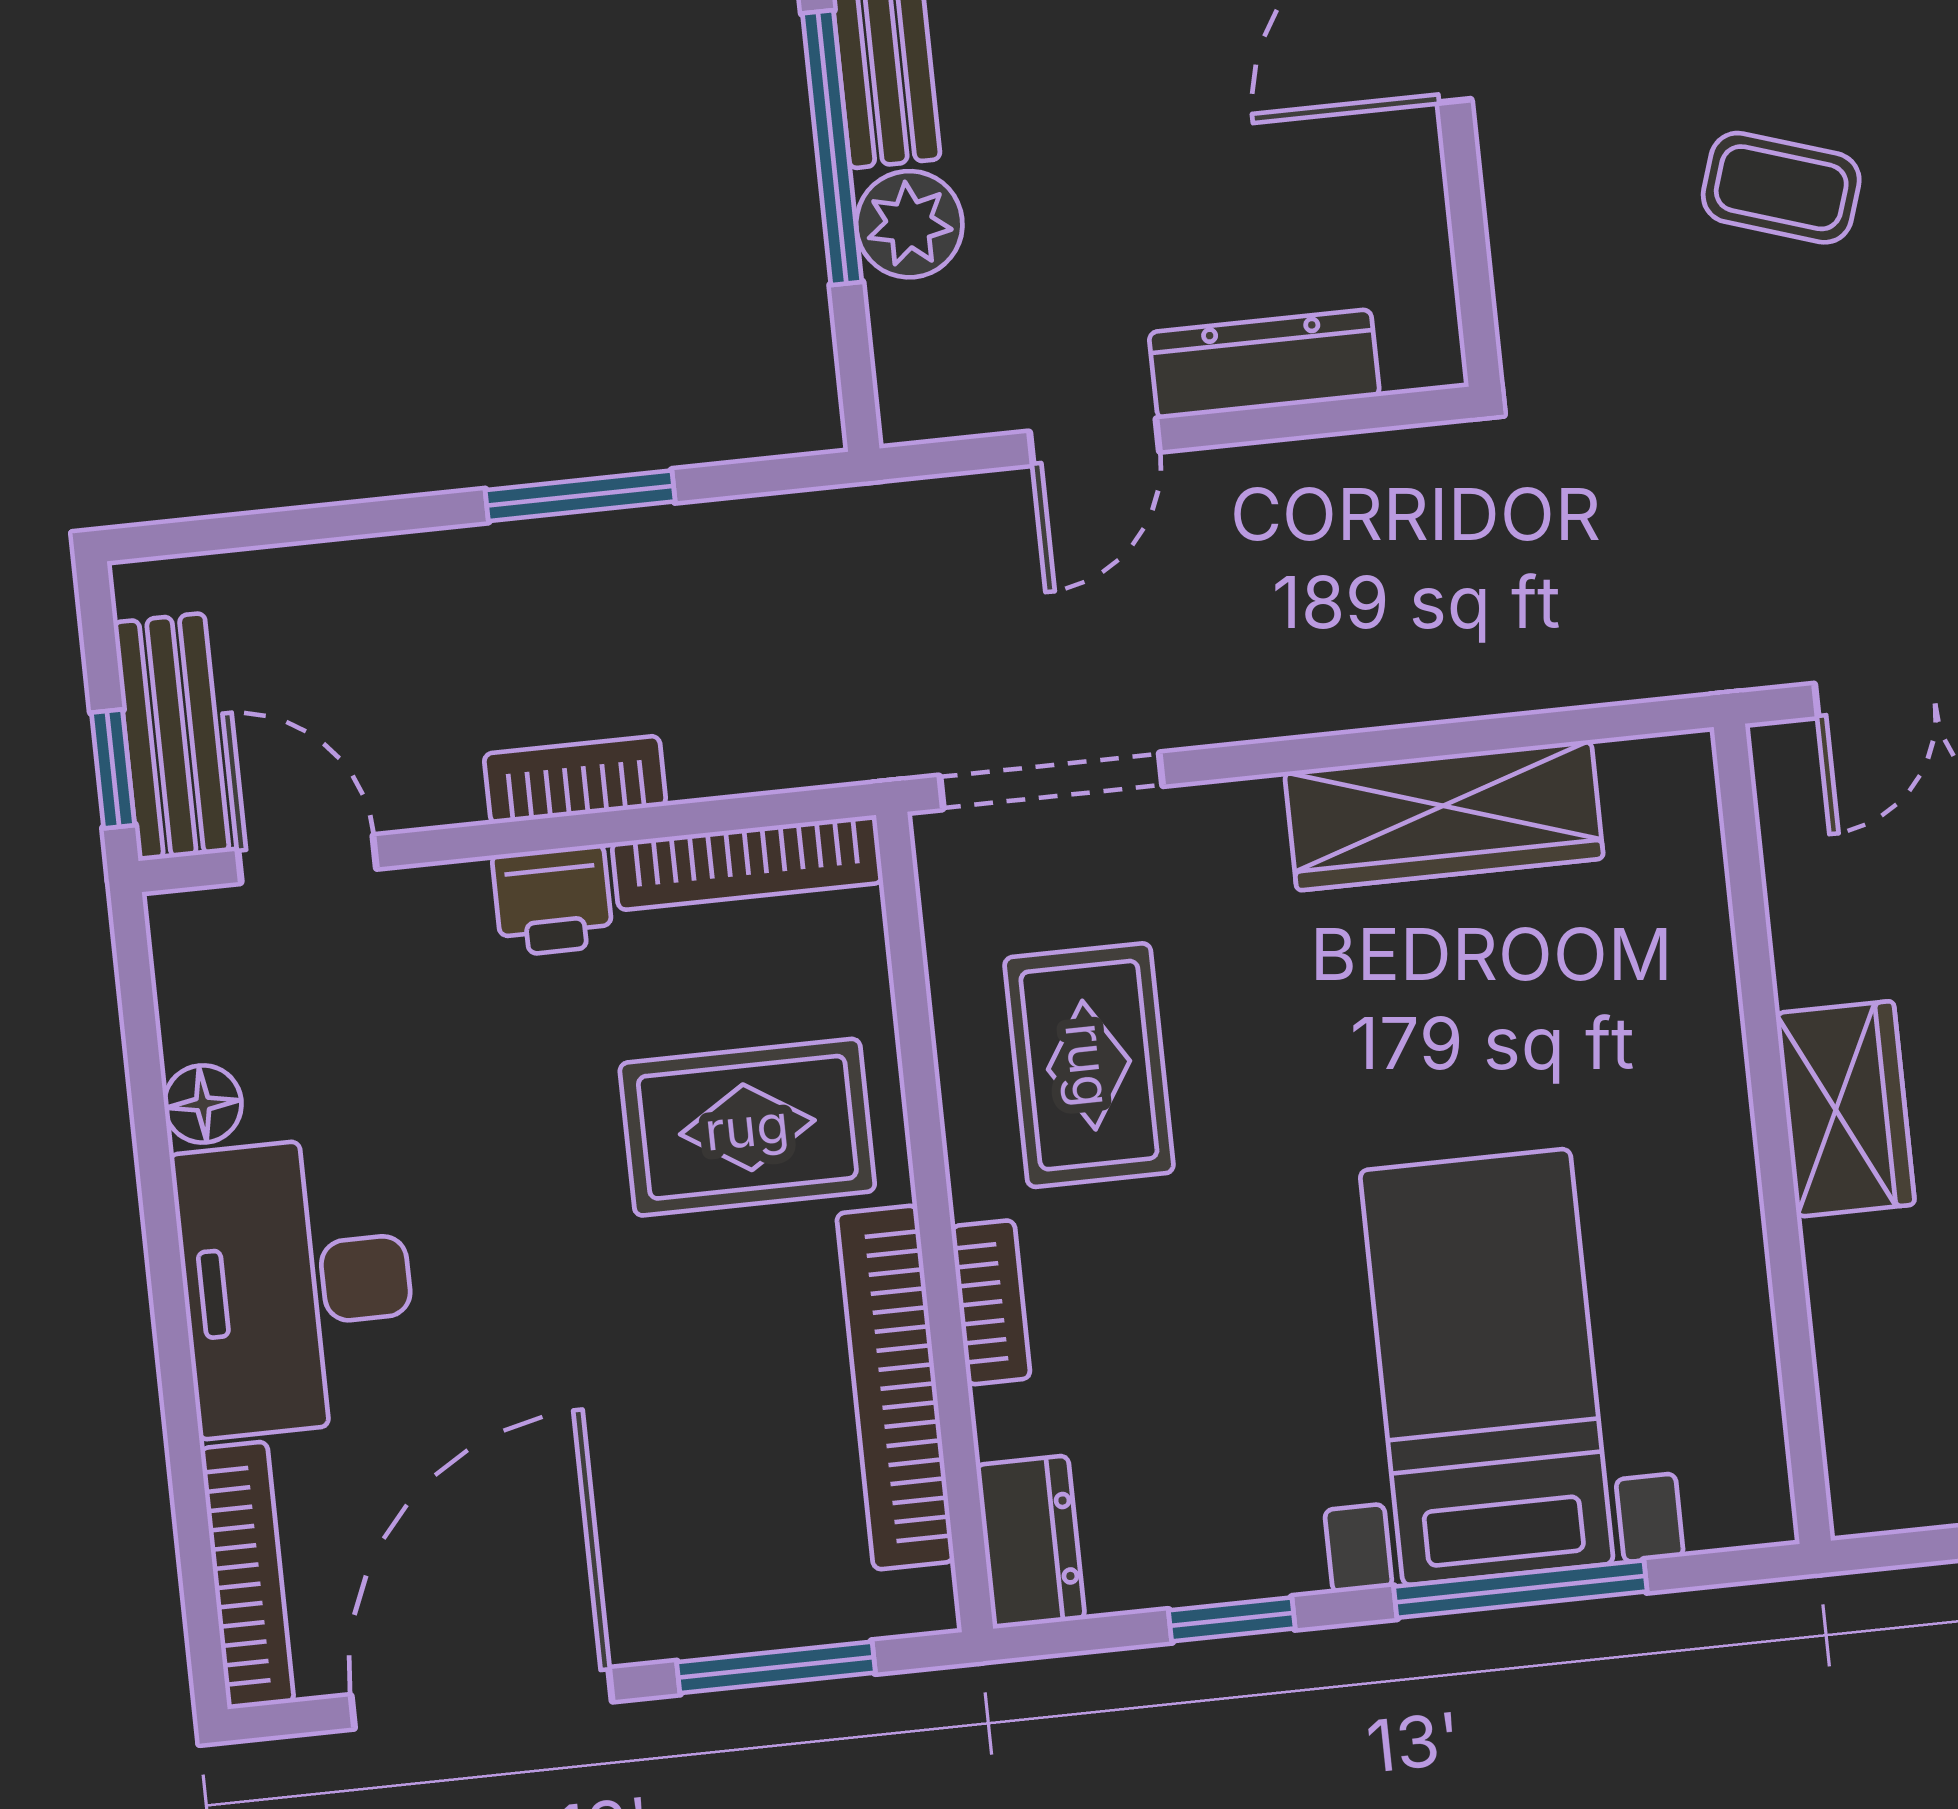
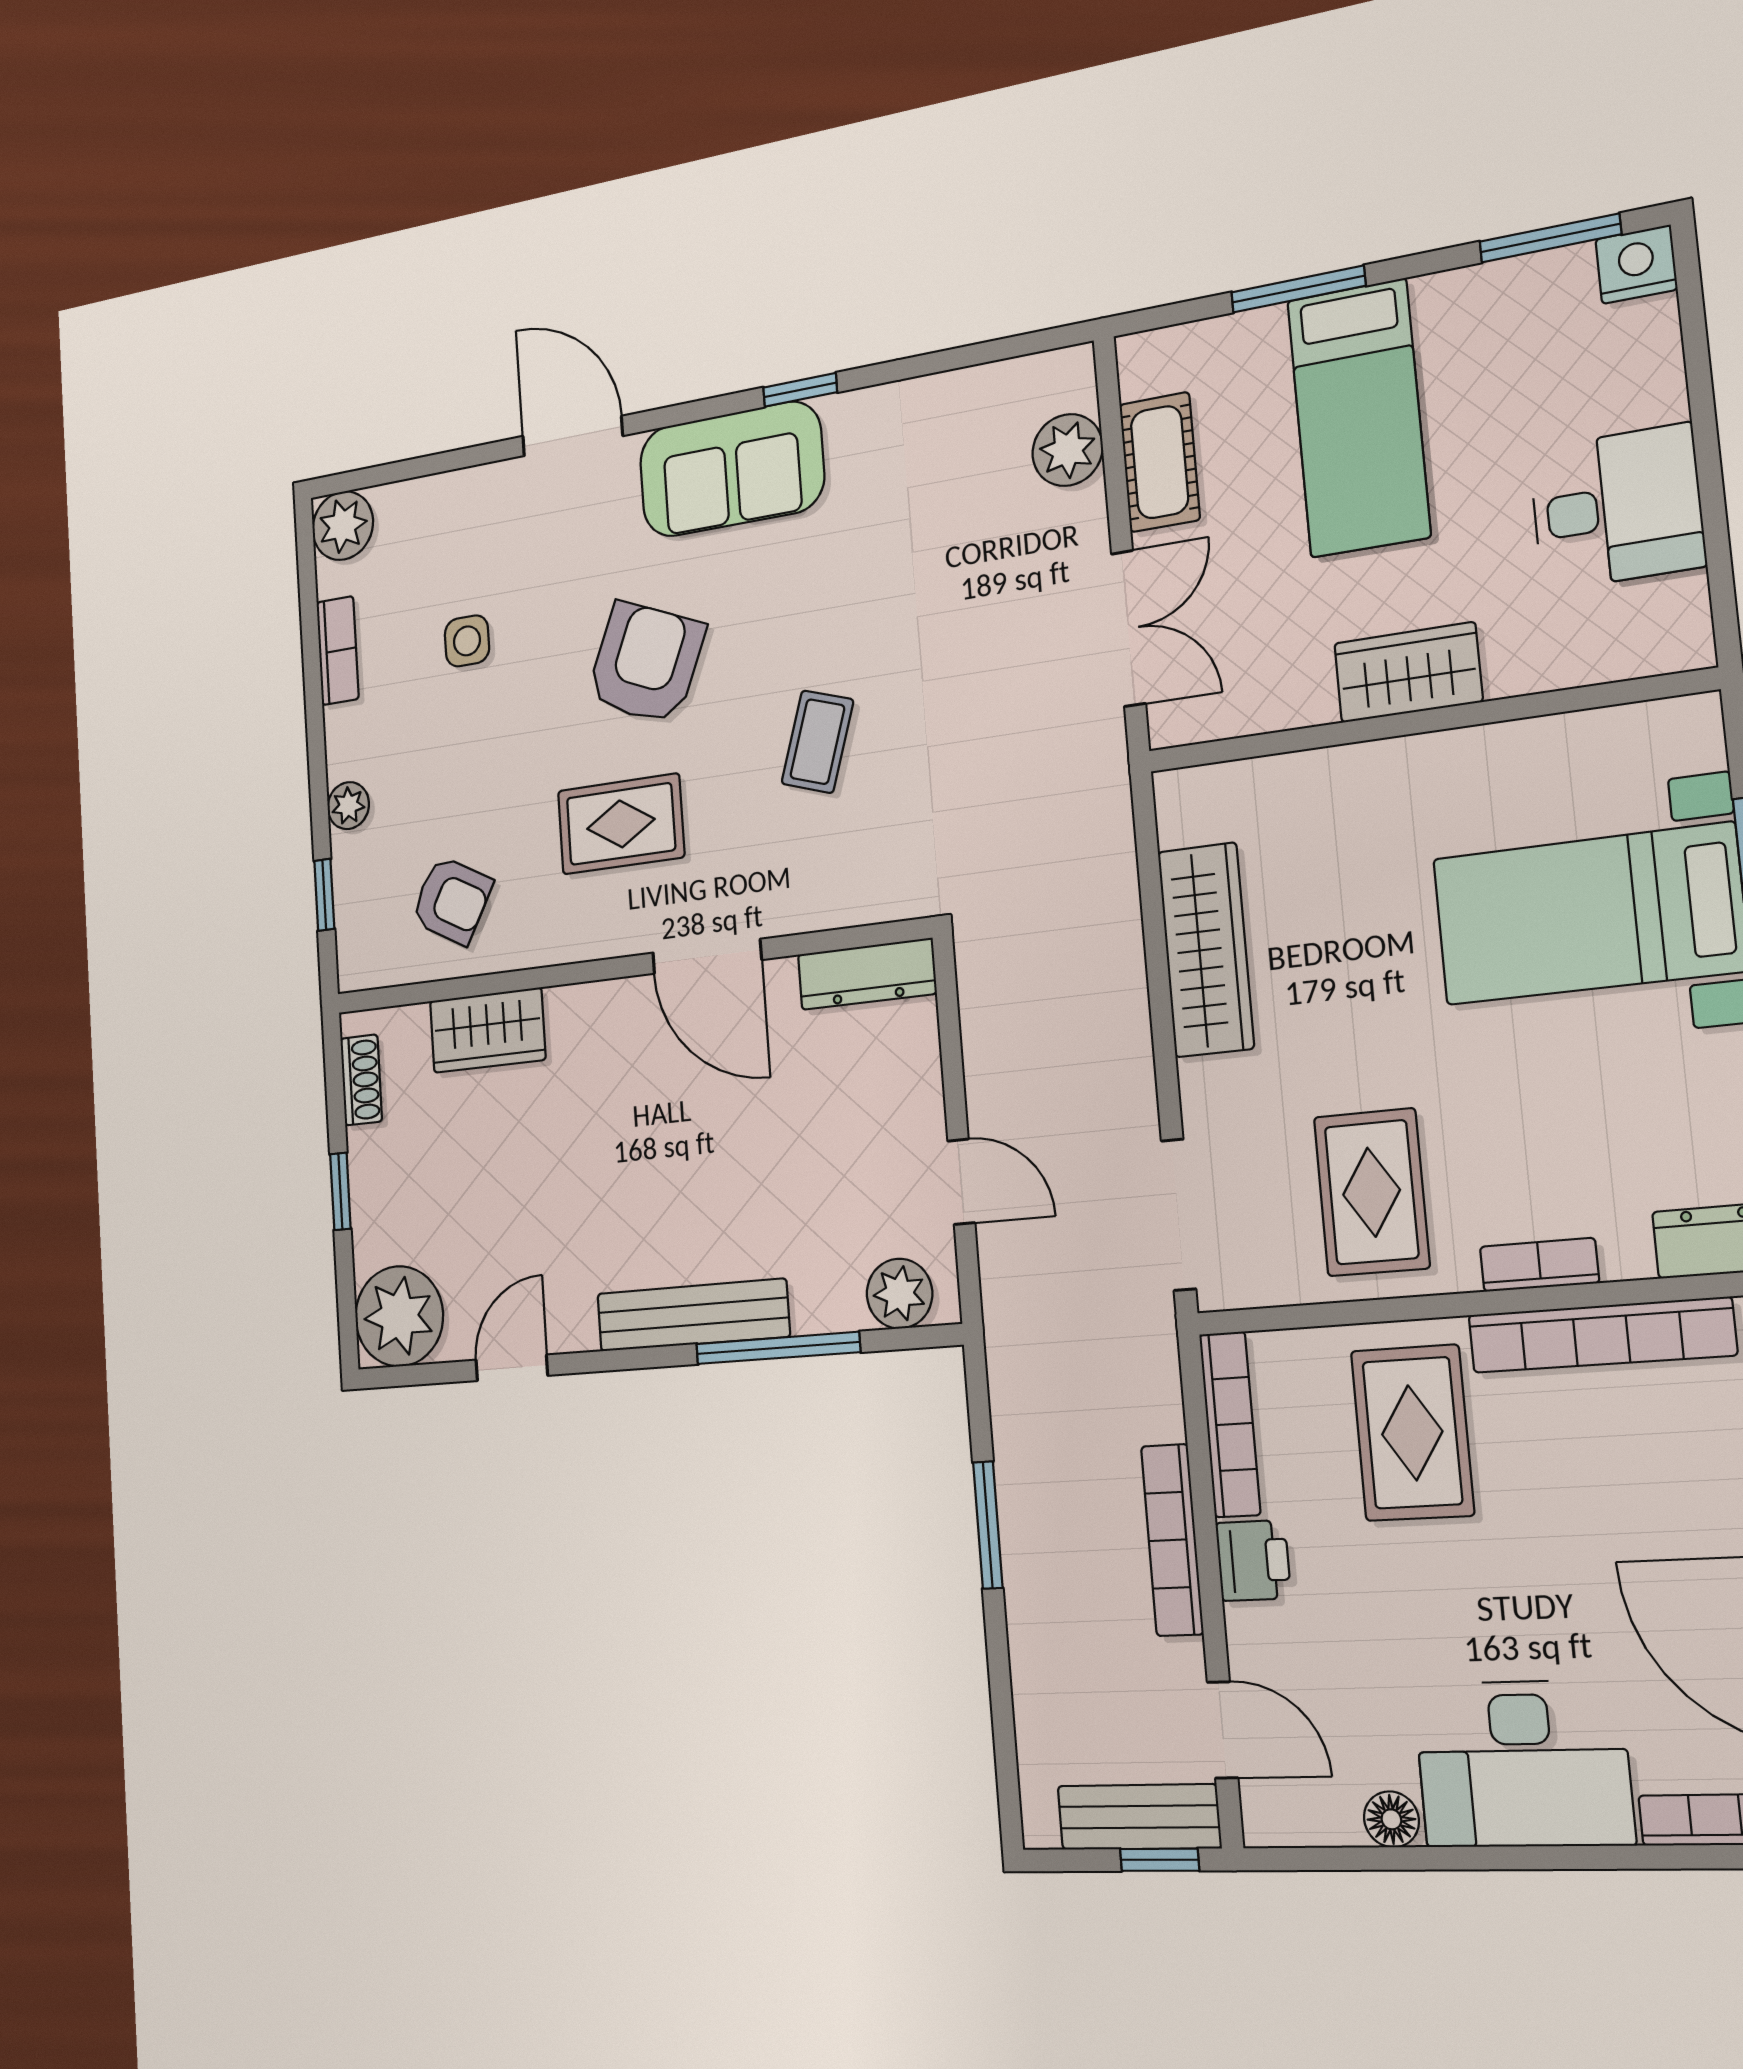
plant: (909, 224) -> (899, 1294), moved
dresser: (1264, 364) -> (867, 974), moved, turned -90
bookcase: (575, 780) -> (1172, 1540), width x1.56
door: (307, 859) -> (1223, 1730), swing flipped
rug: (1089, 1065) -> (1372, 1192), turned 90

